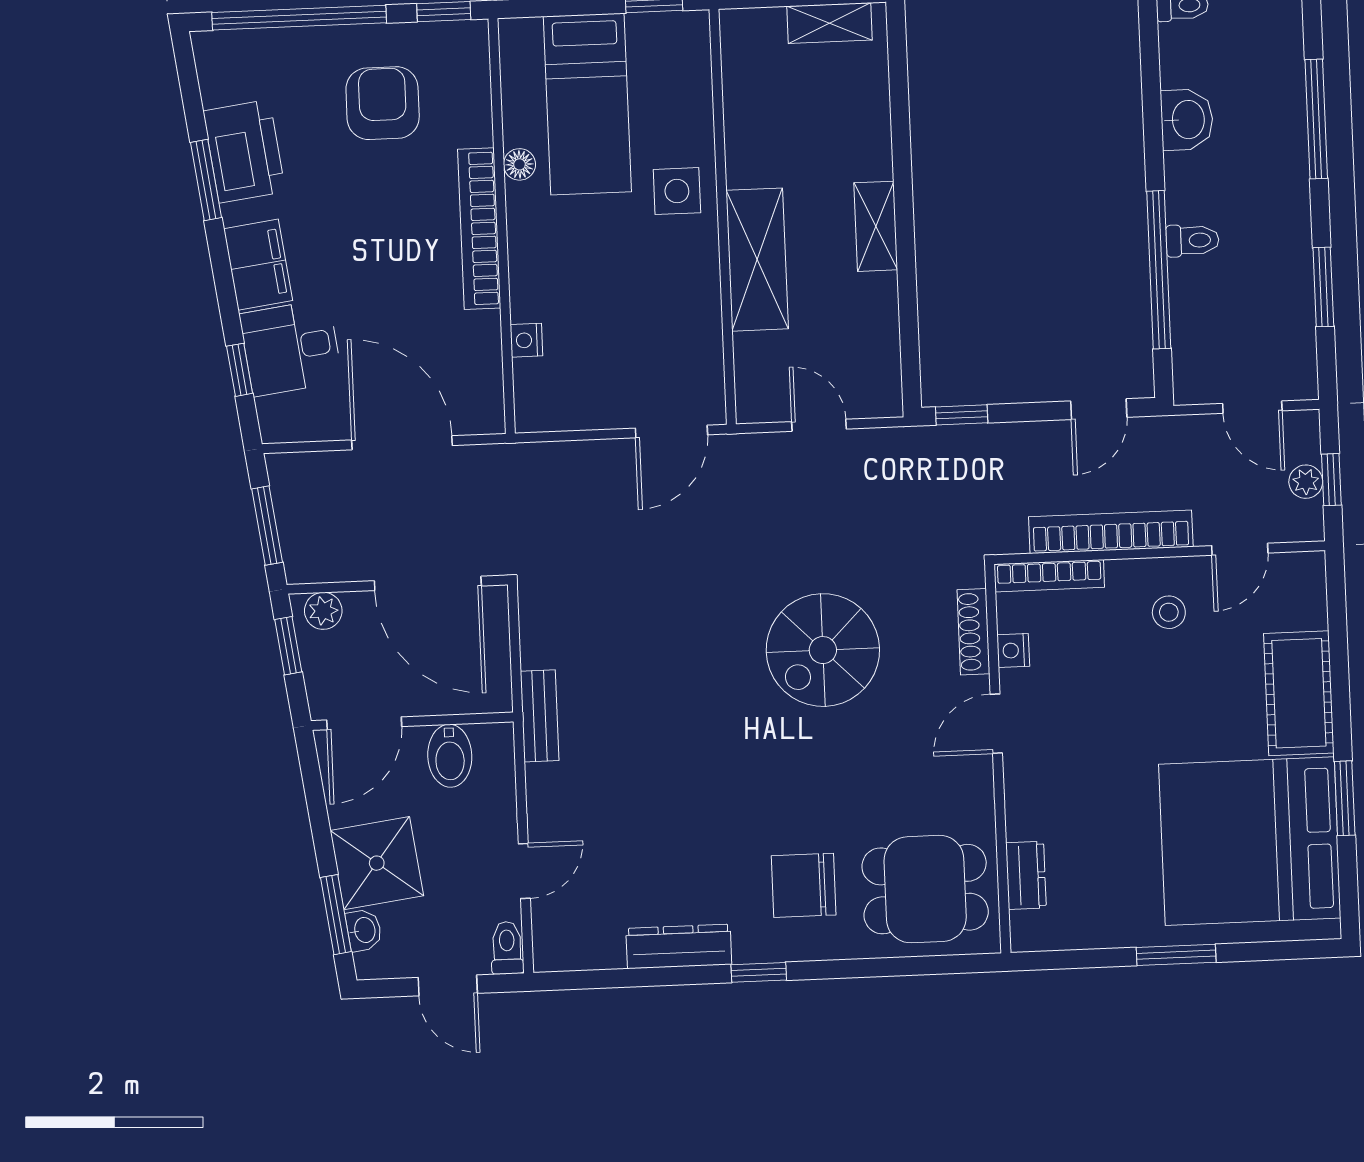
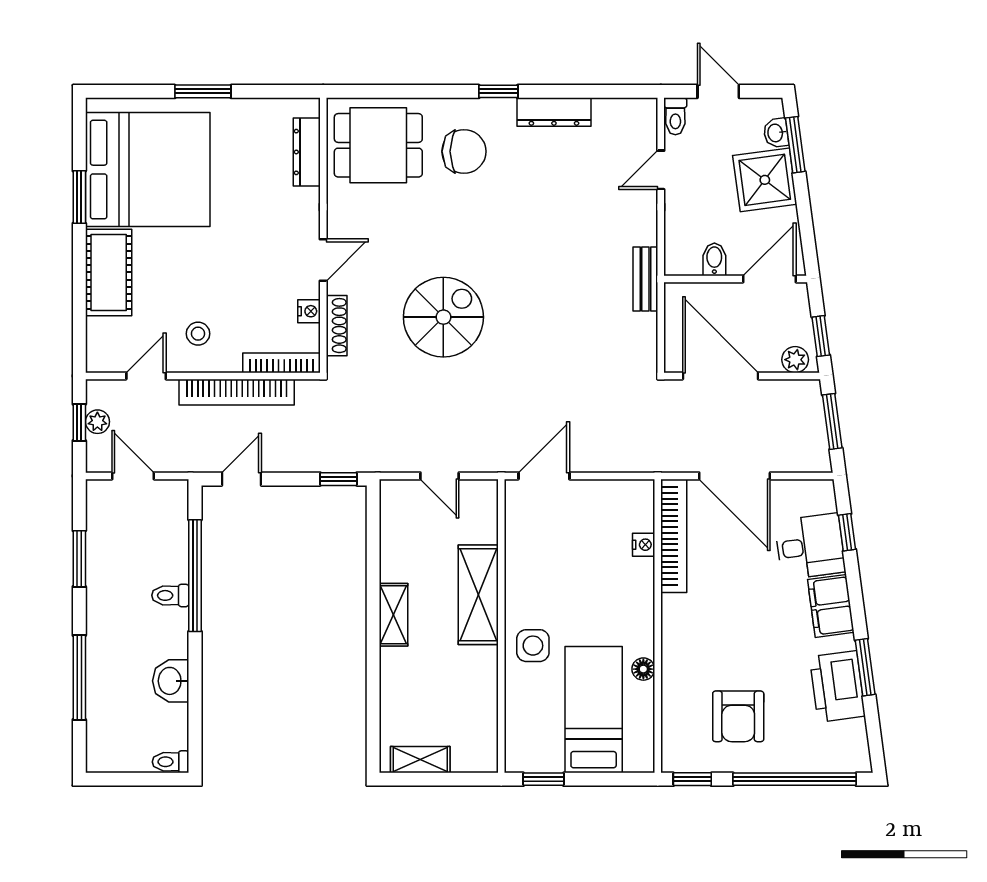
bookcase: (479, 229) -> (674, 536), moved
bidet: (450, 756) -> (714, 259), width x0.72, depth x0.74
dresser: (1026, 875) -> (307, 152), width x1.44

